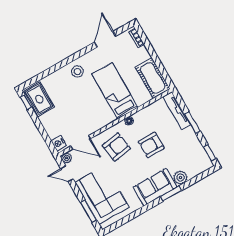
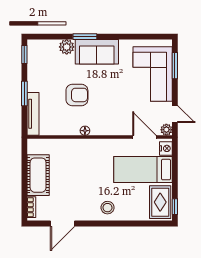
cot: (153, 78) -> (38, 175), moved
bed: (115, 91) -> (143, 170), moved, turned 90
armchair: (116, 147) -> (112, 112), removed

